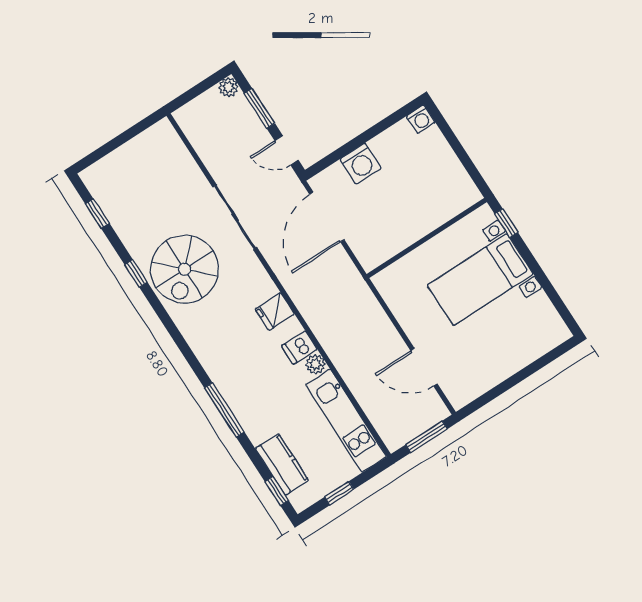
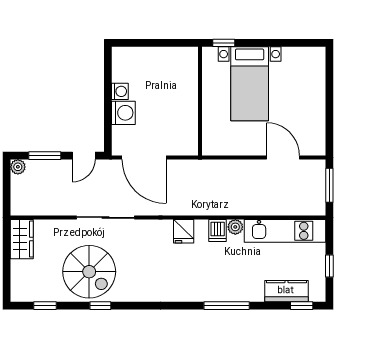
washing machine: (421, 119) -> (120, 91), moved
wardrobe: (153, 142) -> (22, 239), added
spiral stairs: (185, 269) -> (89, 272), moved
door: (424, 367) -> (283, 157), swing flipped

